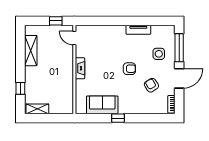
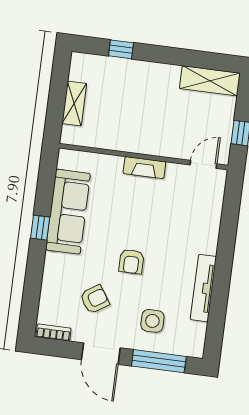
tv unit: (138, 30) -> (203, 288), width x1.41
shelving: (31, 51) -> (210, 81), moved
sofa: (102, 105) -> (68, 212), width x1.36
shelving: (37, 109) -> (74, 104), moved

